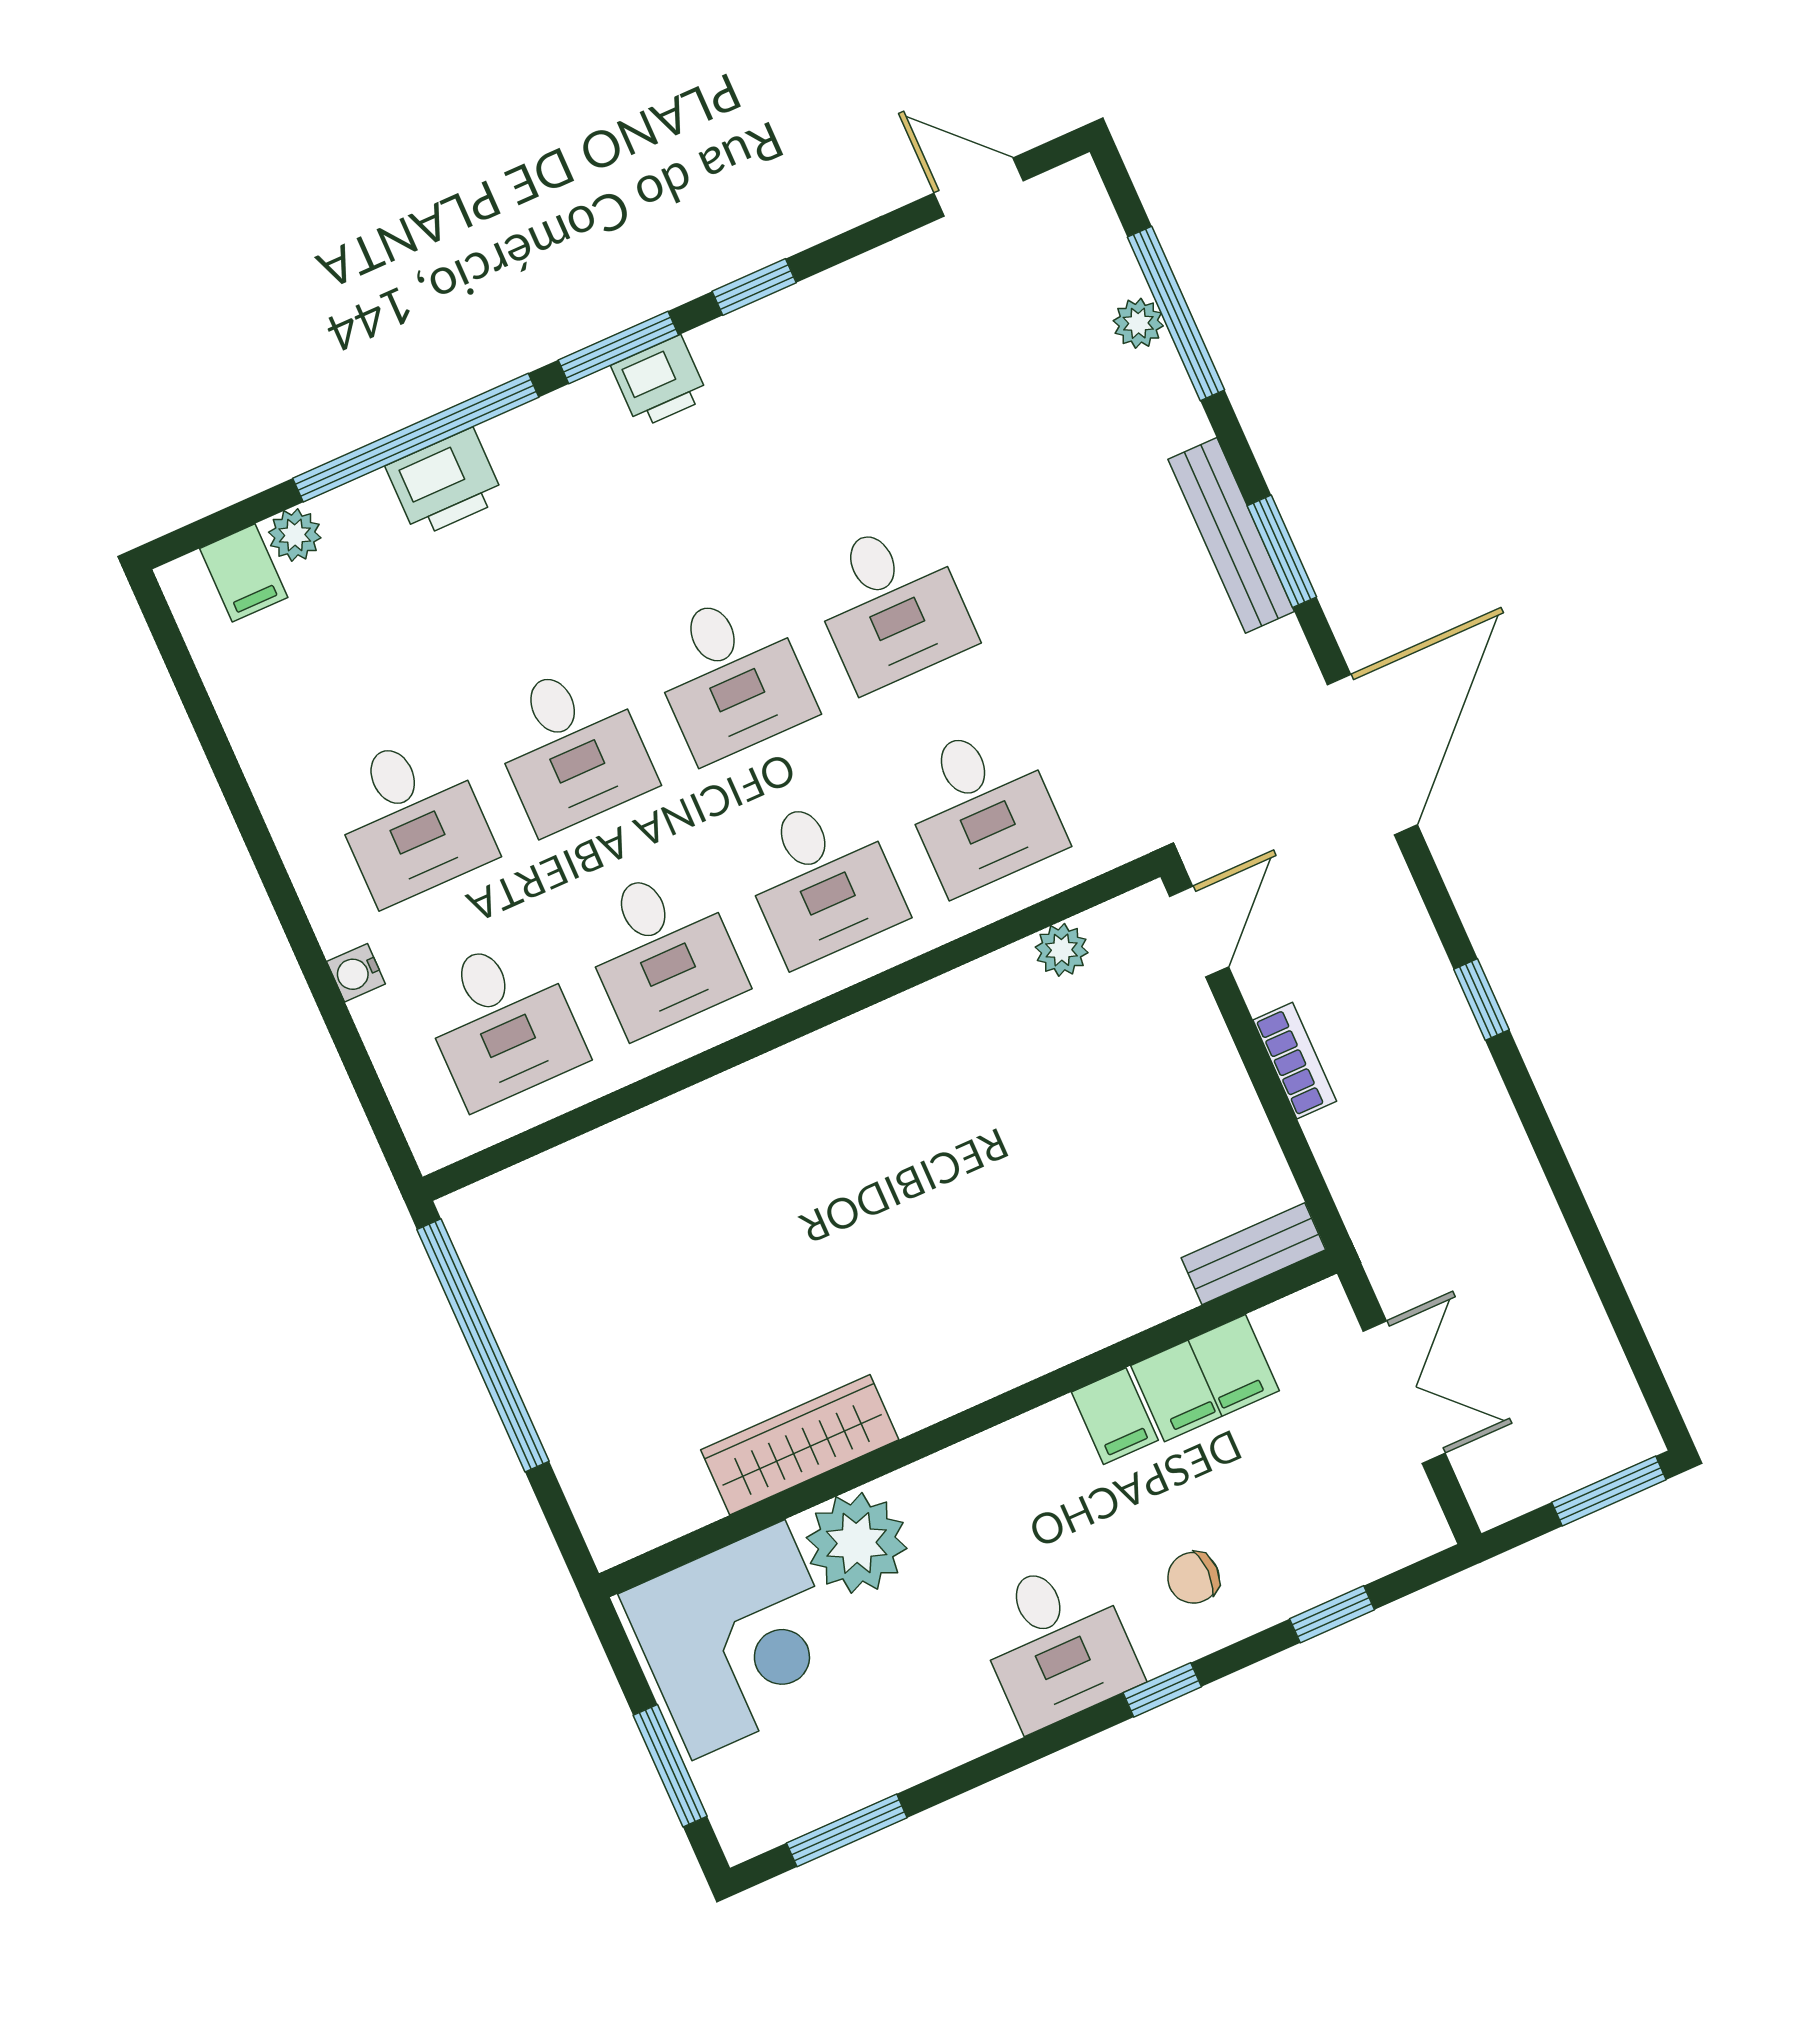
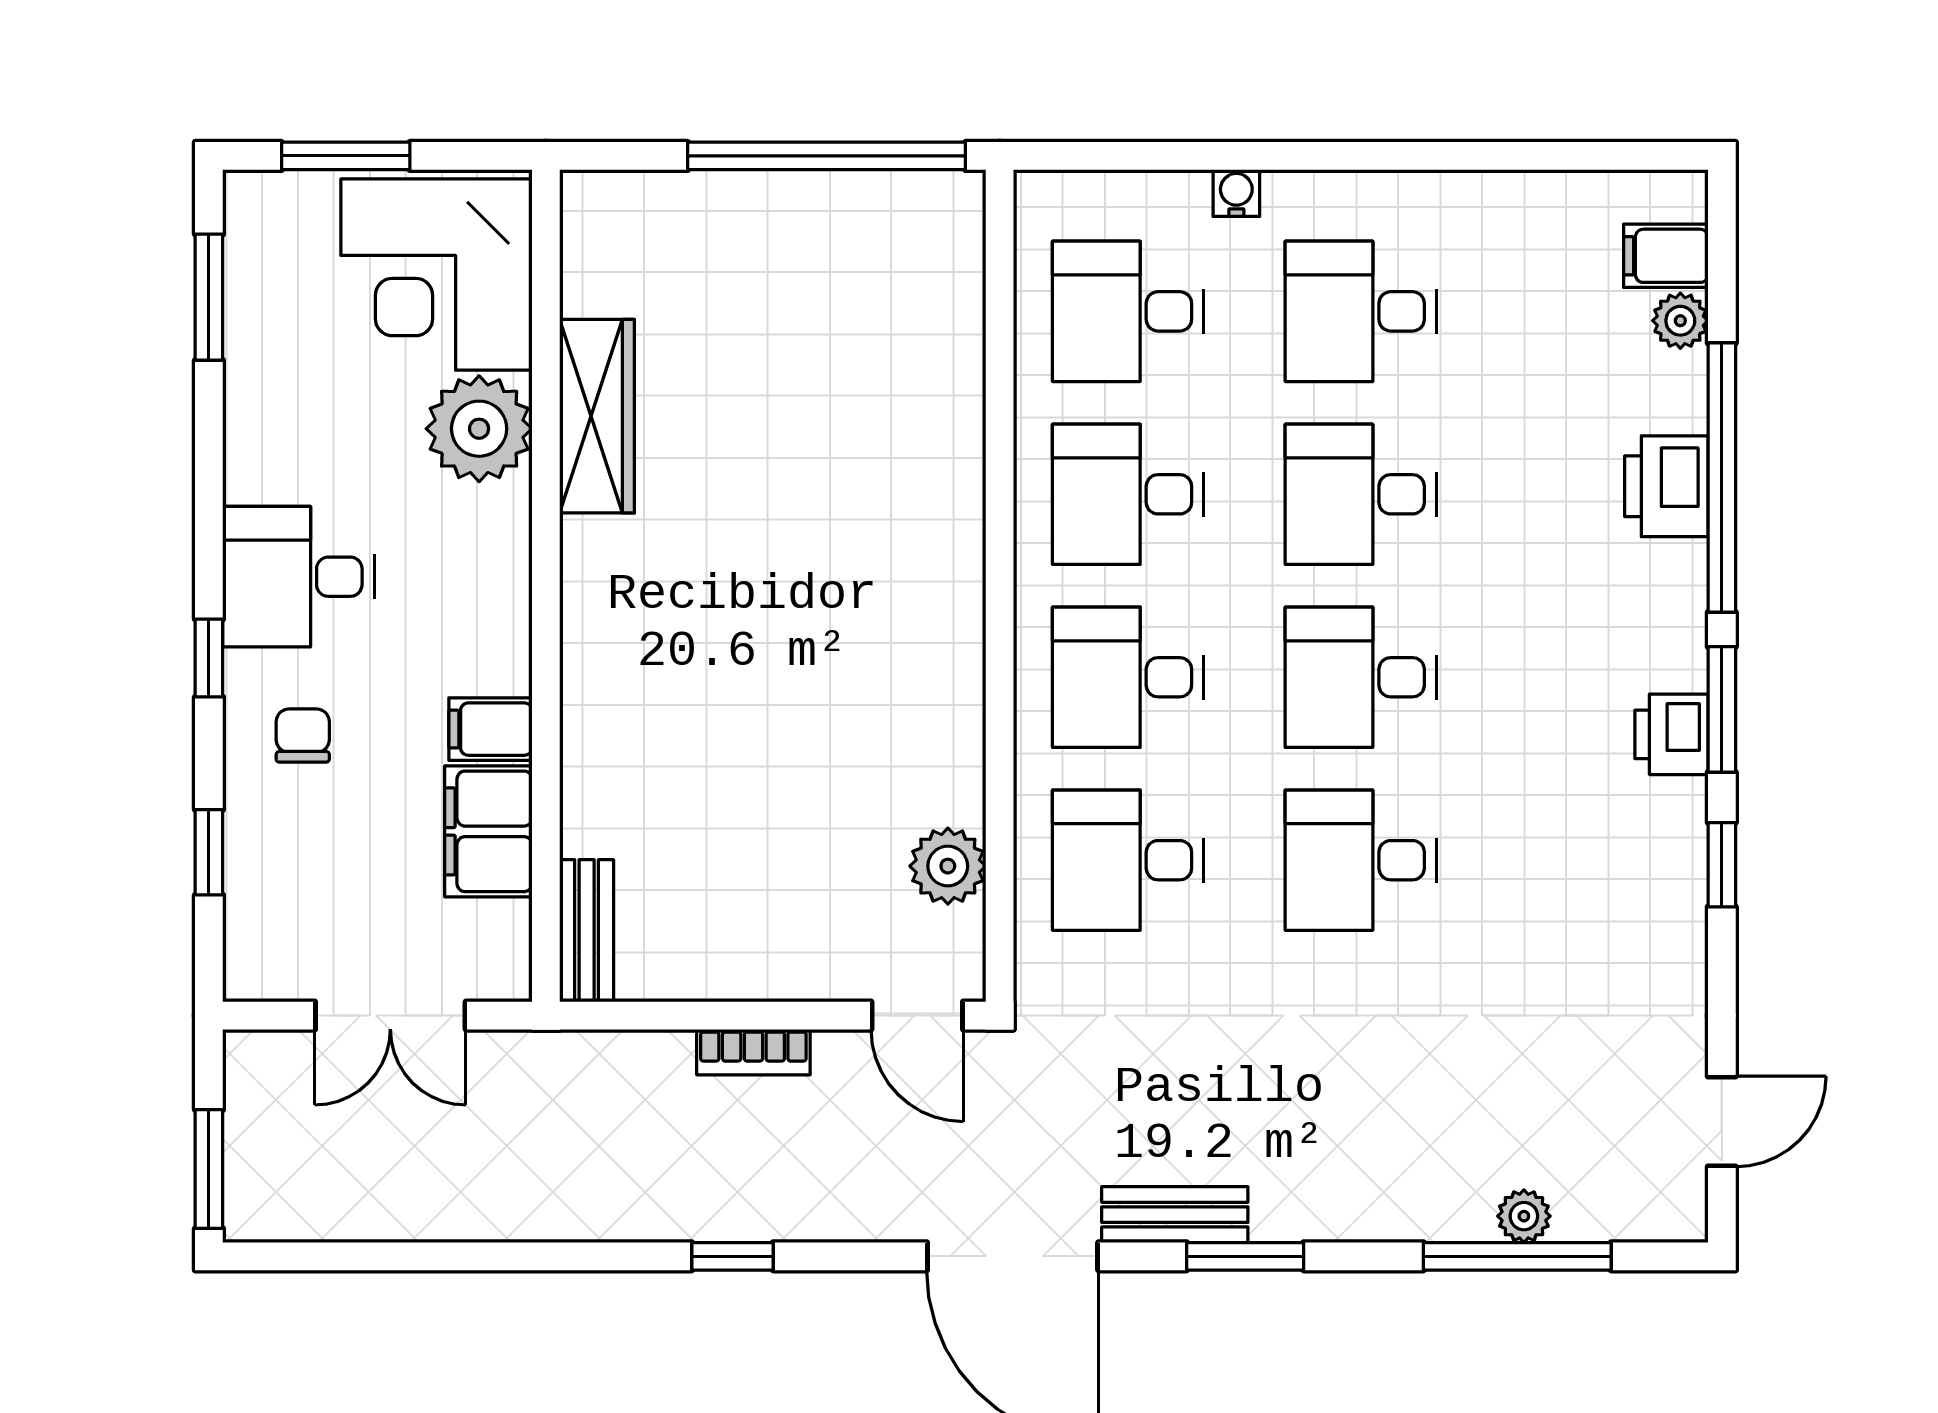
bench: (1231, 535) -> (1175, 1215), moved, width x0.73
plant: (1062, 950) -> (948, 866), width x1.38, depth x1.38

